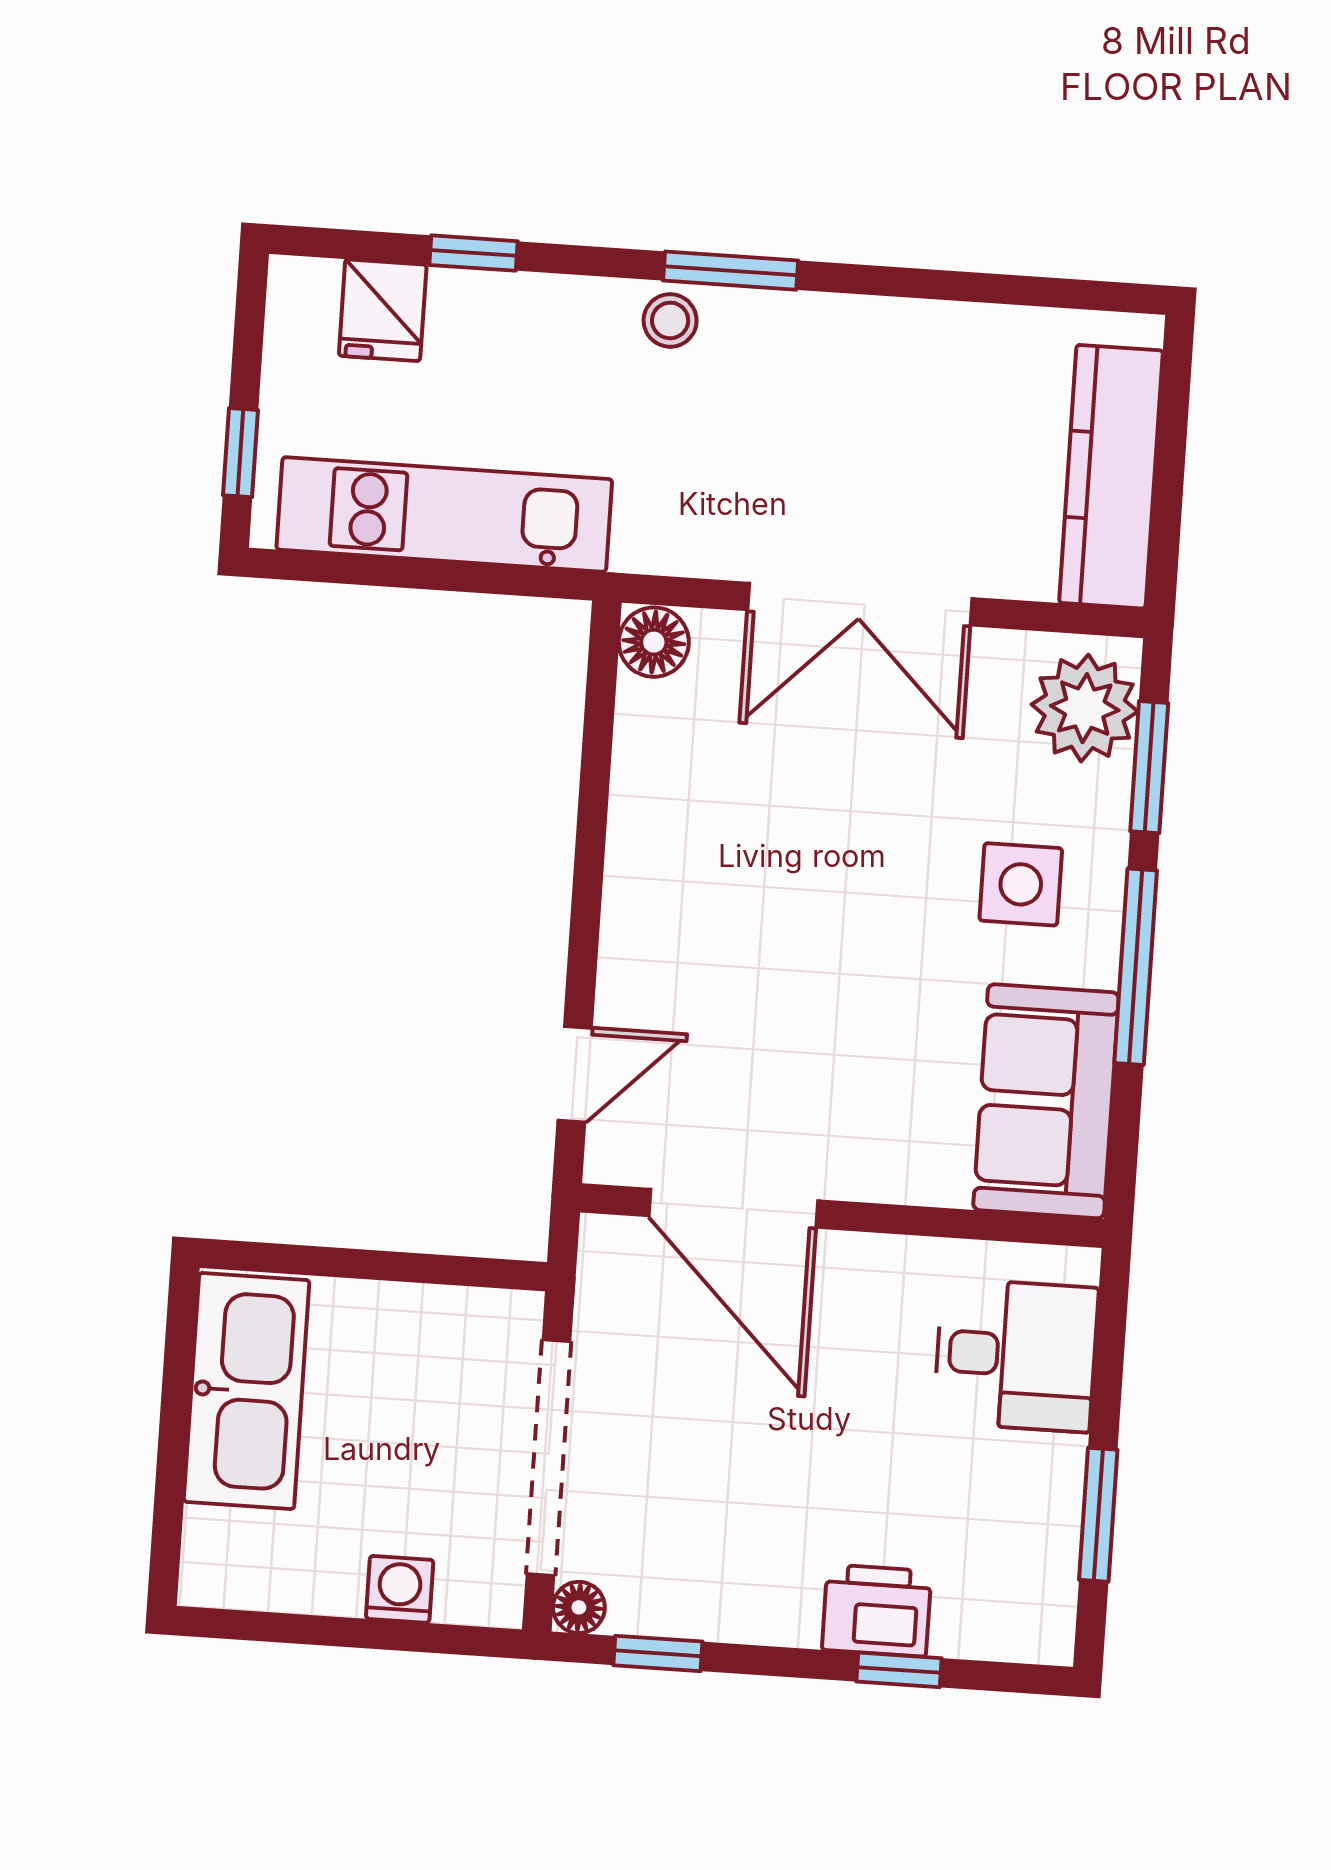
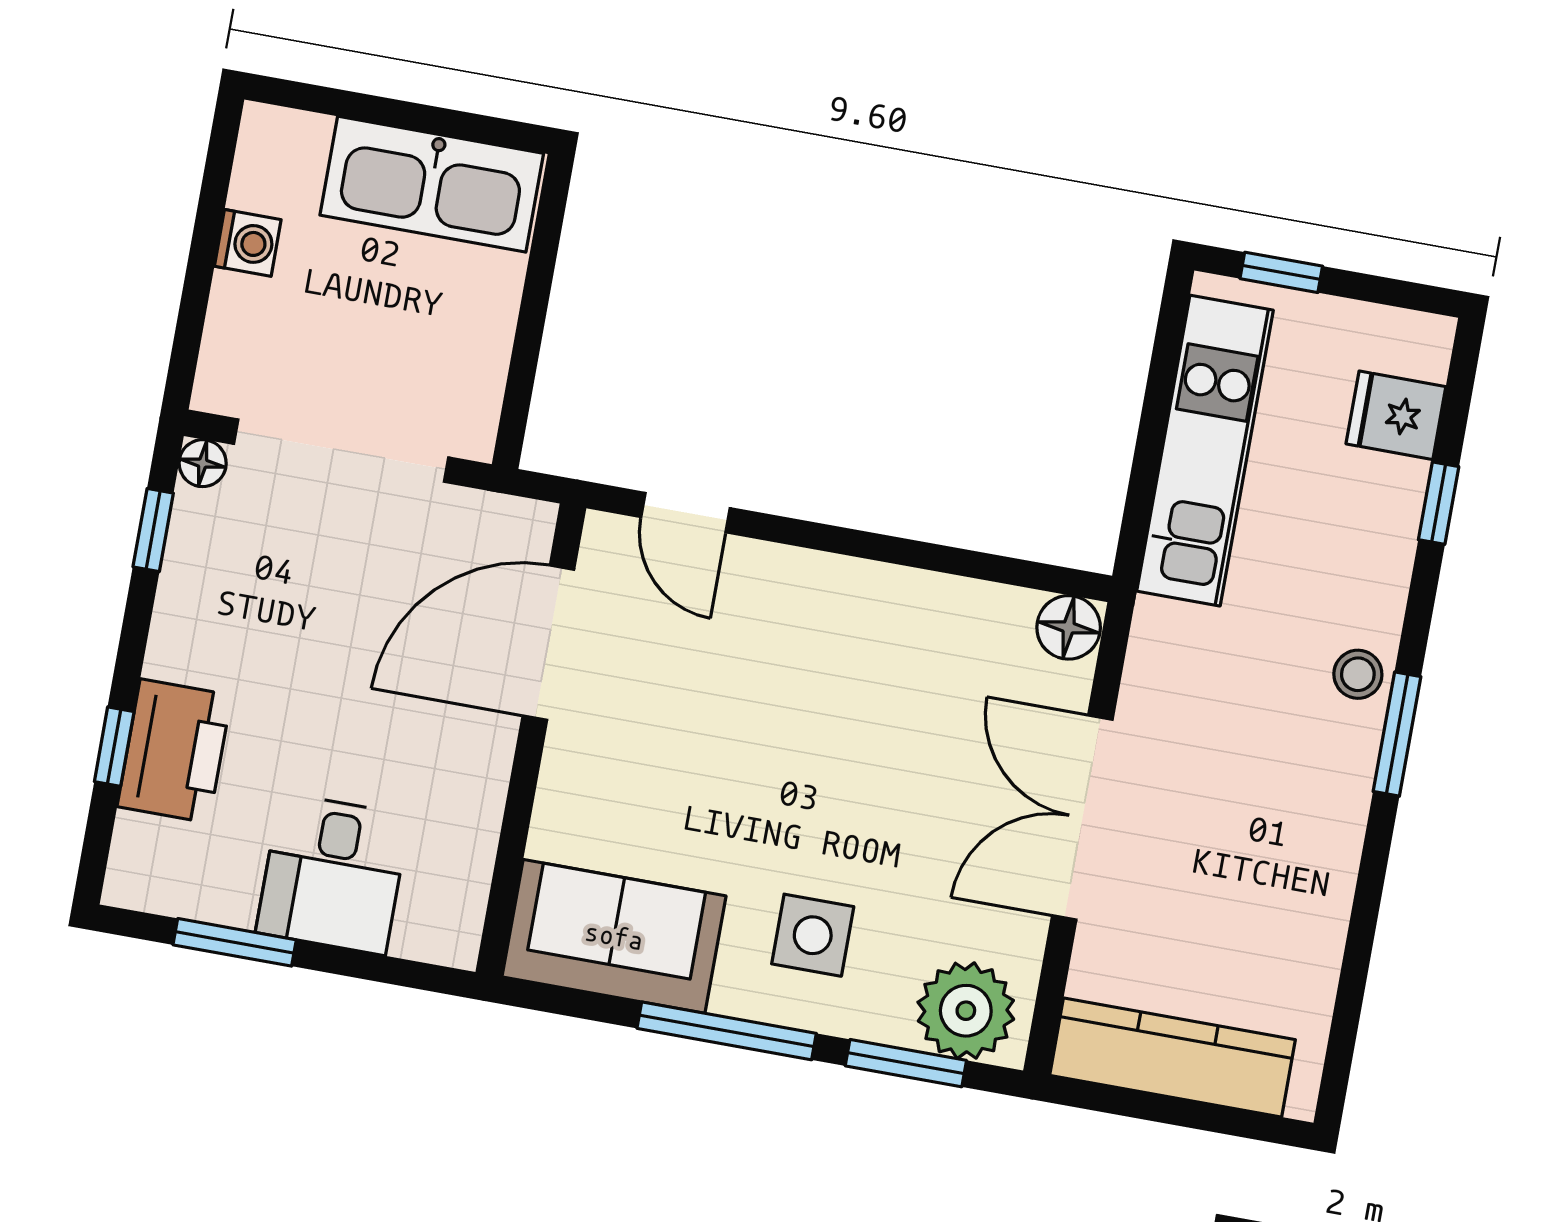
desk: (1016, 1355) -> (333, 874), moved
washing machine: (400, 1589) -> (248, 243), moved
printer: (877, 1610) -> (174, 751), width x1.37, depth x1.19

